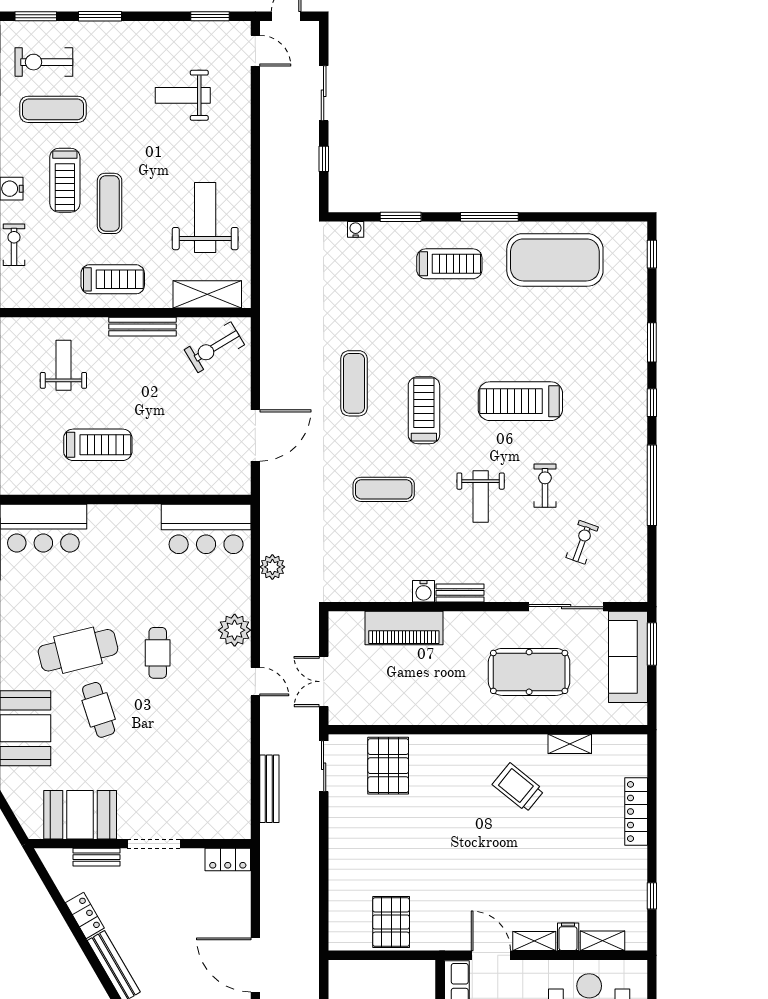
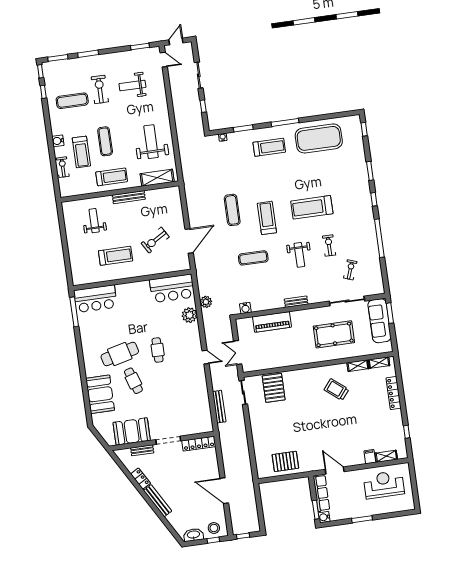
exercise bike: (44, 62) -> (100, 89), moved, turned 90
treadmill: (65, 180) -> (81, 152), moved
exercise bike: (214, 347) -> (155, 240), moved
water cooler: (424, 591) -> (245, 308), moved
plant: (235, 630) -> (190, 315), moved
locker: (228, 860) -> (199, 444), width x1.53
pallet: (391, 922) -> (285, 461), turned 90
shelving: (534, 941) -> (379, 363), moved

